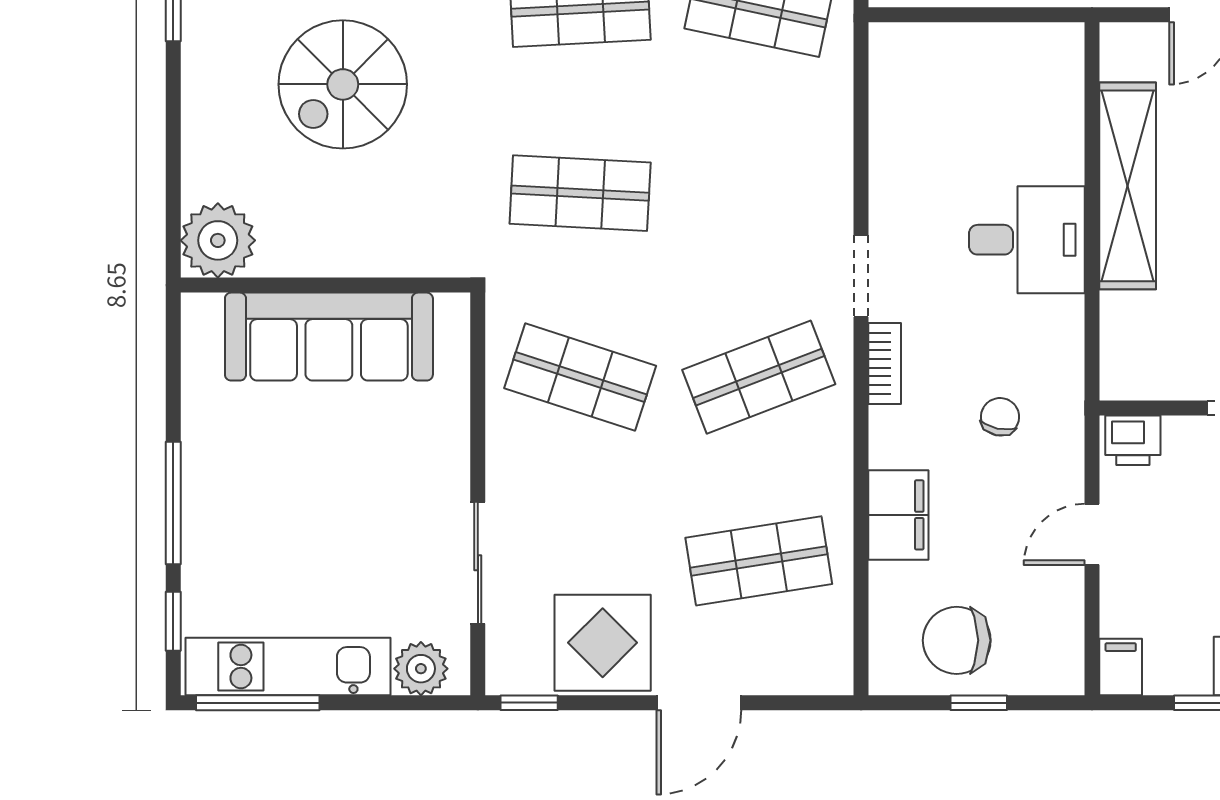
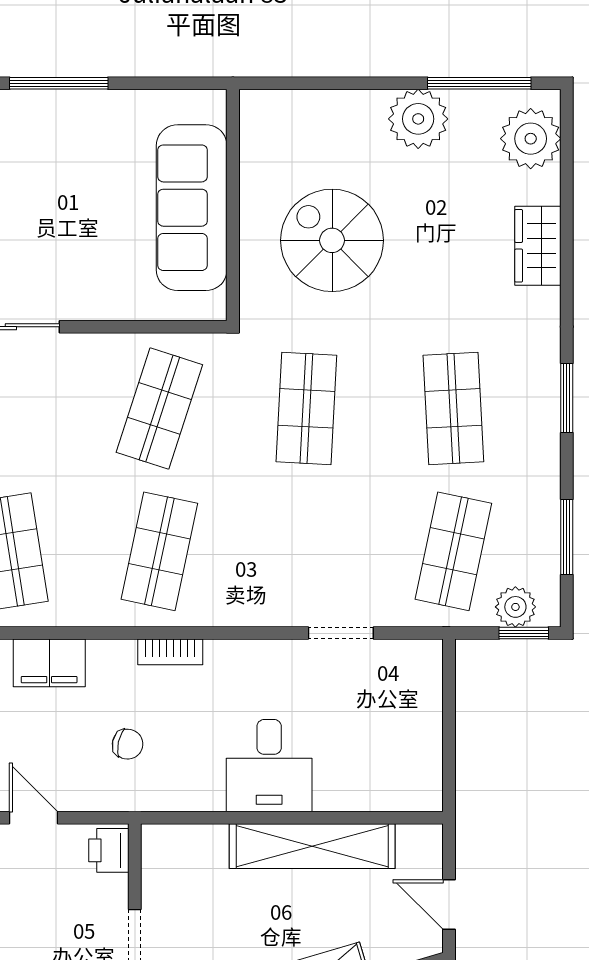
spiral stairs: (343, 84) -> (332, 240), moved
plant: (218, 240) -> (418, 119), moved
doorway: (861, 276) -> (341, 633), moved
shop shelf: (759, 377) -> (159, 551), turned 33

